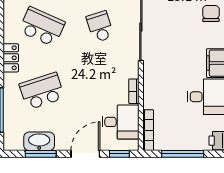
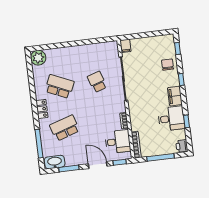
washbasin: (39, 141) -> (55, 162), moved
door: (85, 154) -> (98, 165), hinge flipped

